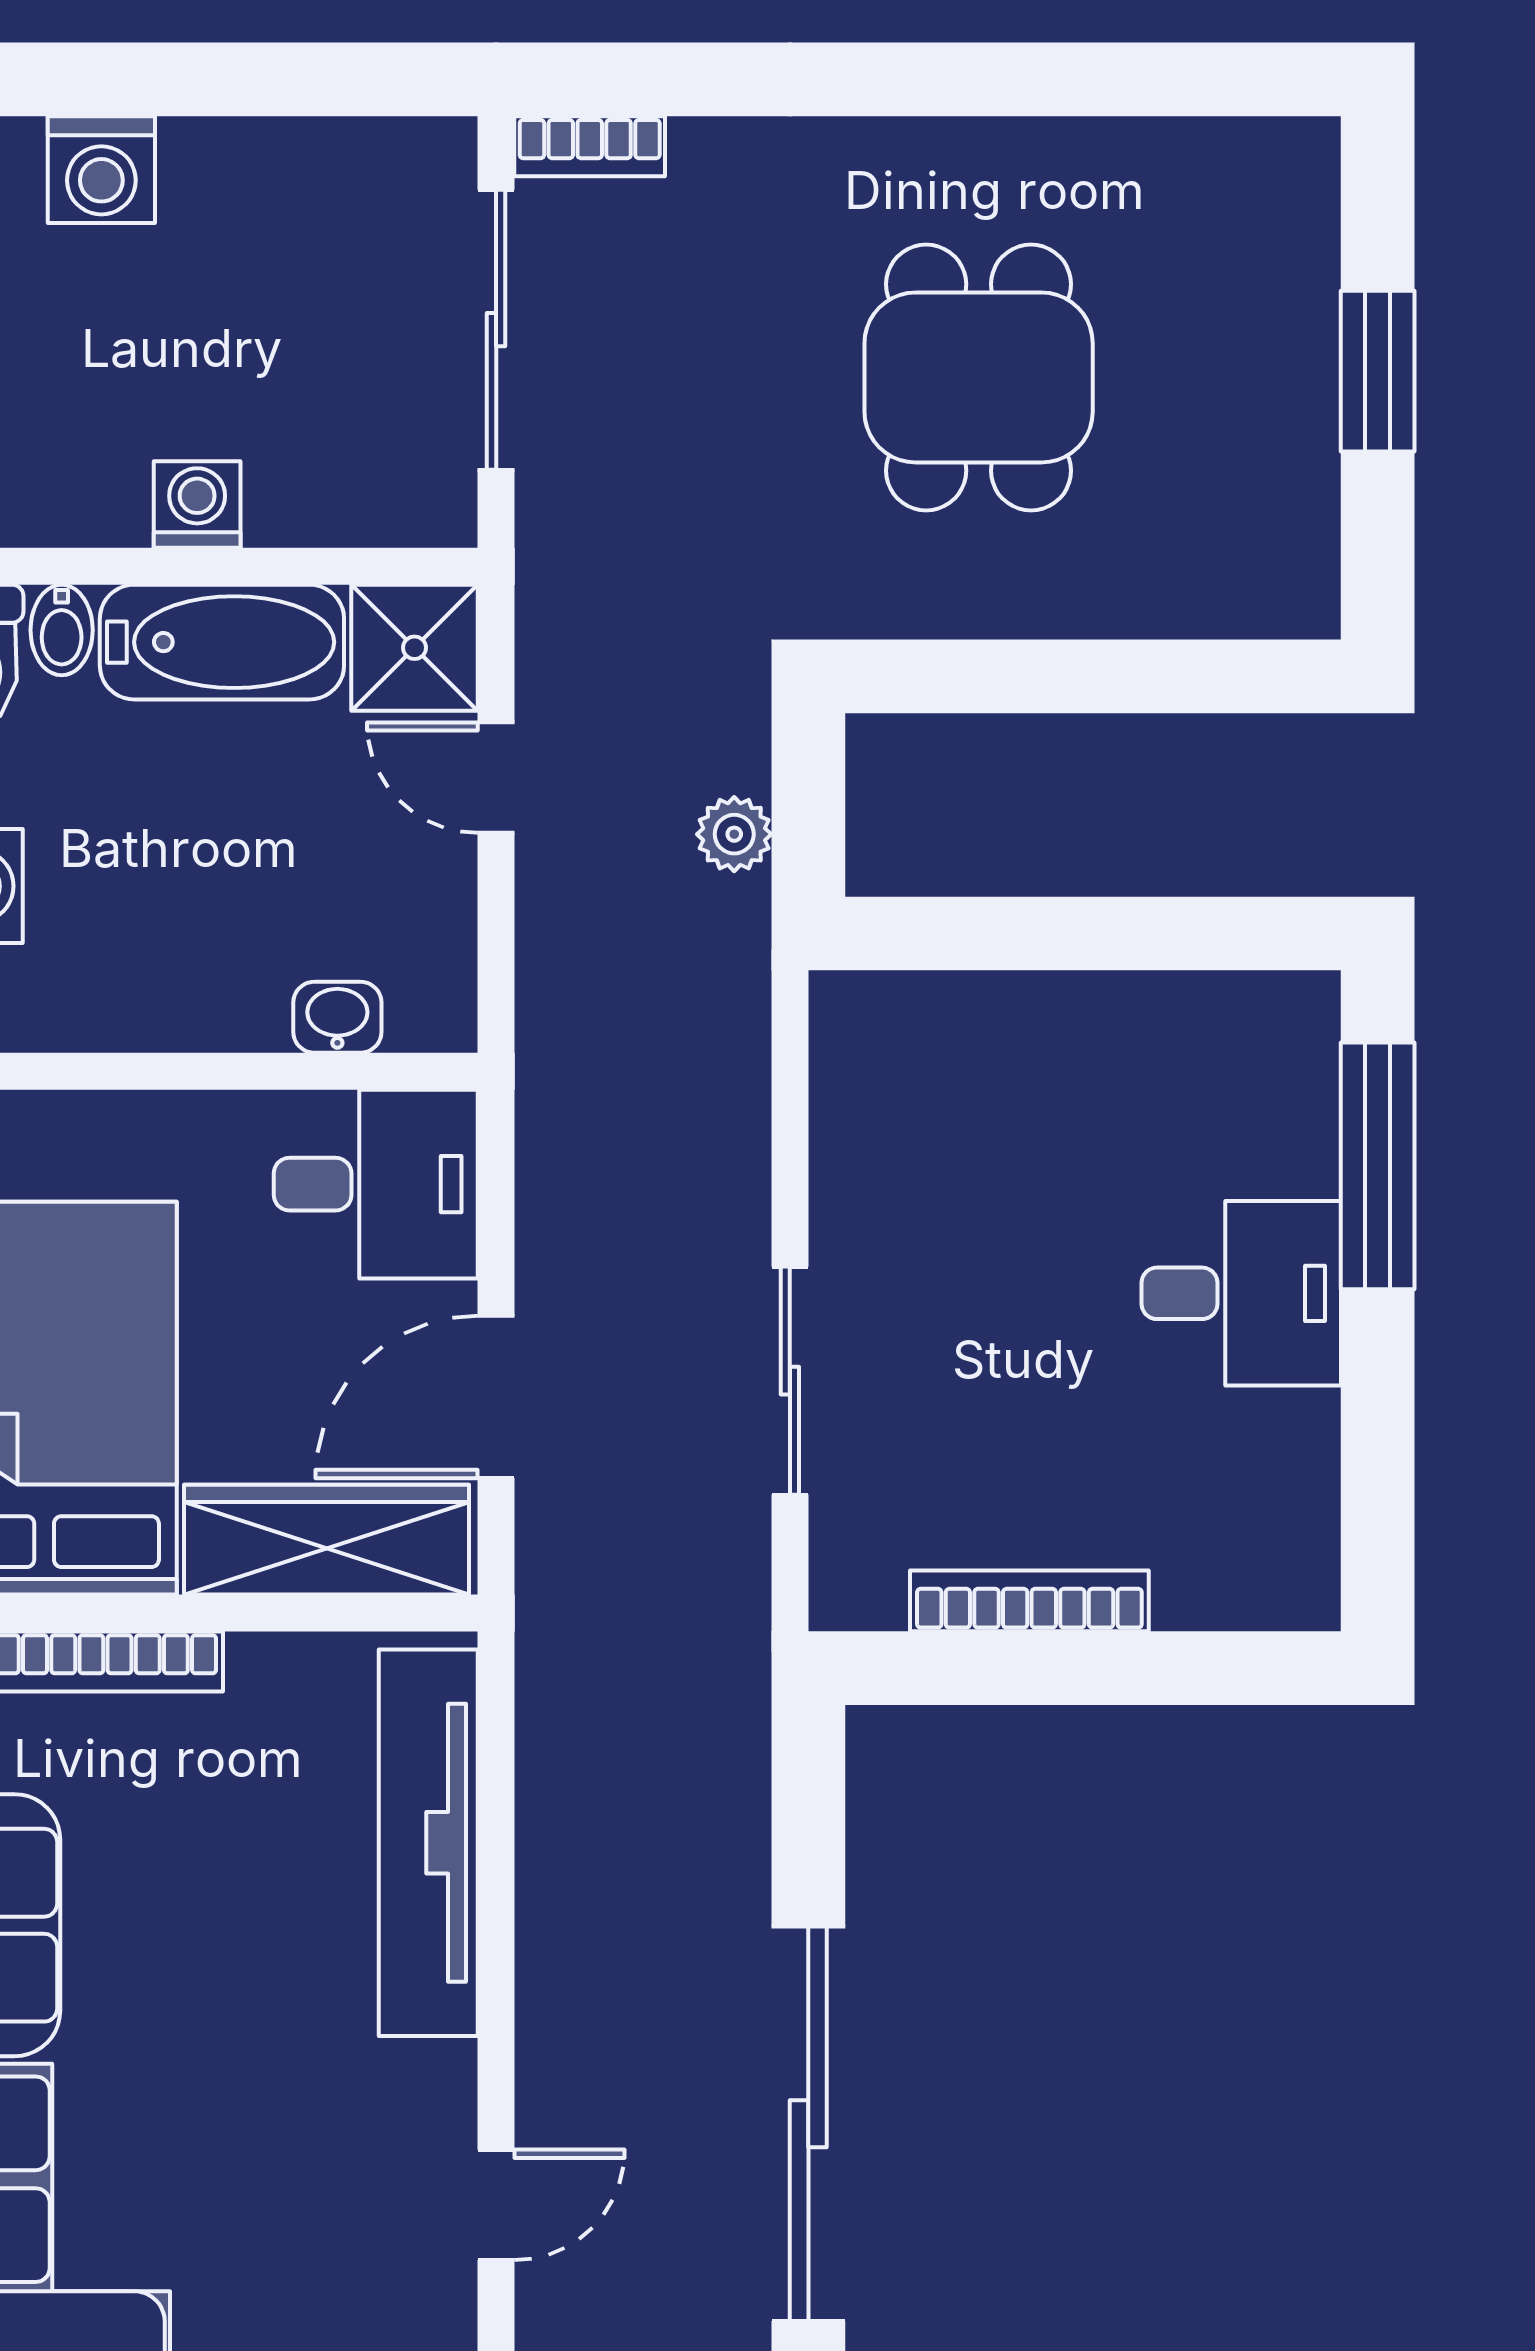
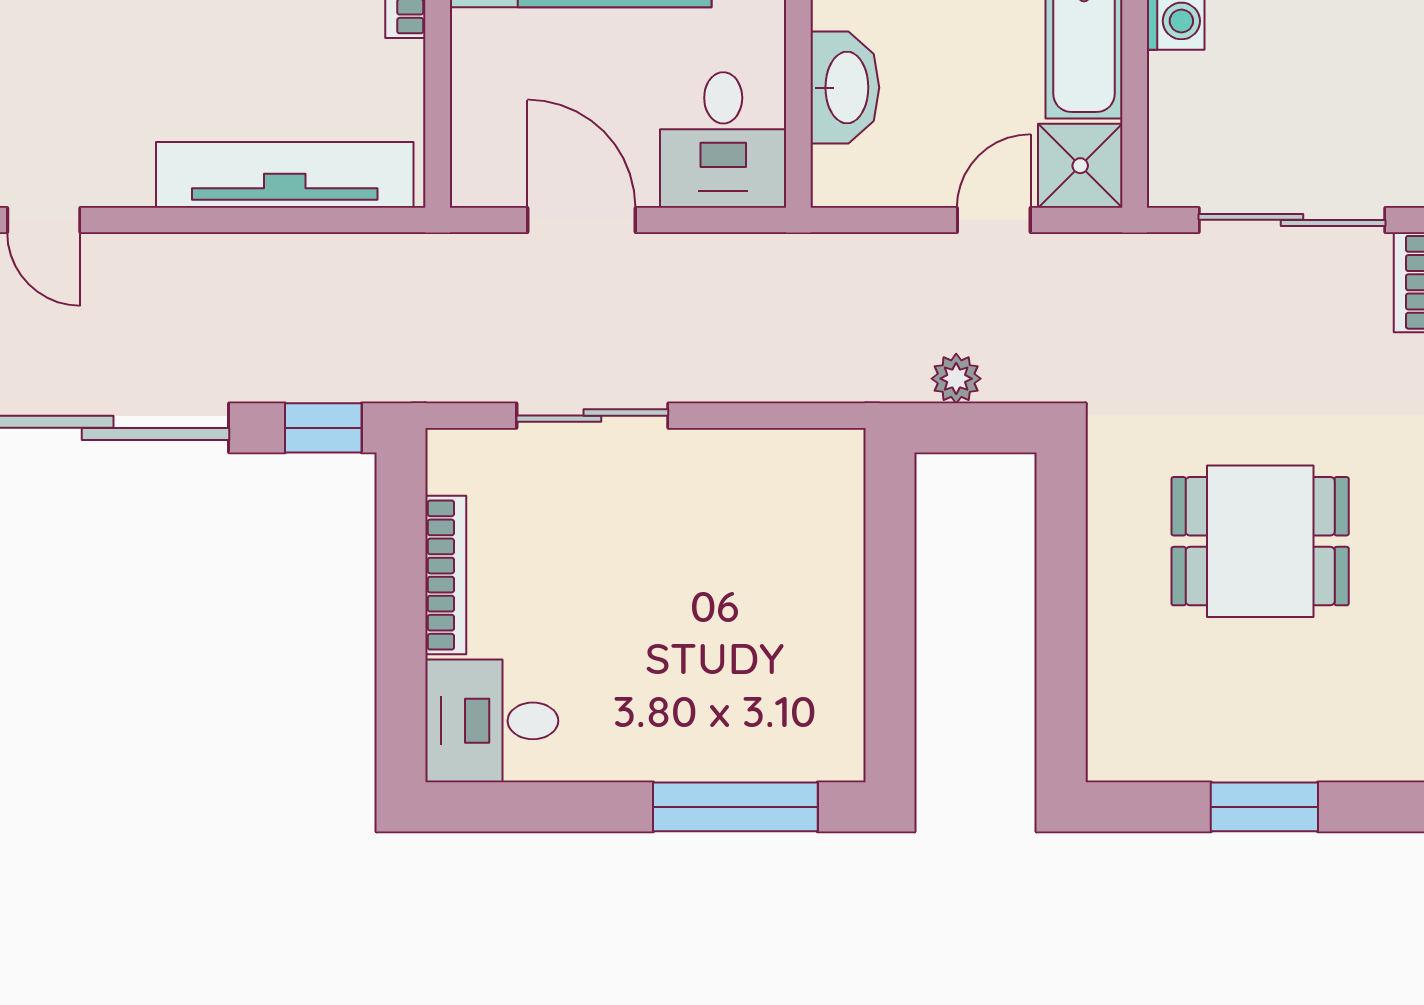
washbasin: (337, 1017) -> (845, 88), width x1.91, depth x1.45
desk: (1241, 1293) -> (492, 721), moved, turned 90
wardrobe: (326, 1540) -> (487, 107), removed
window: (808, 1785) -> (323, 428), added

